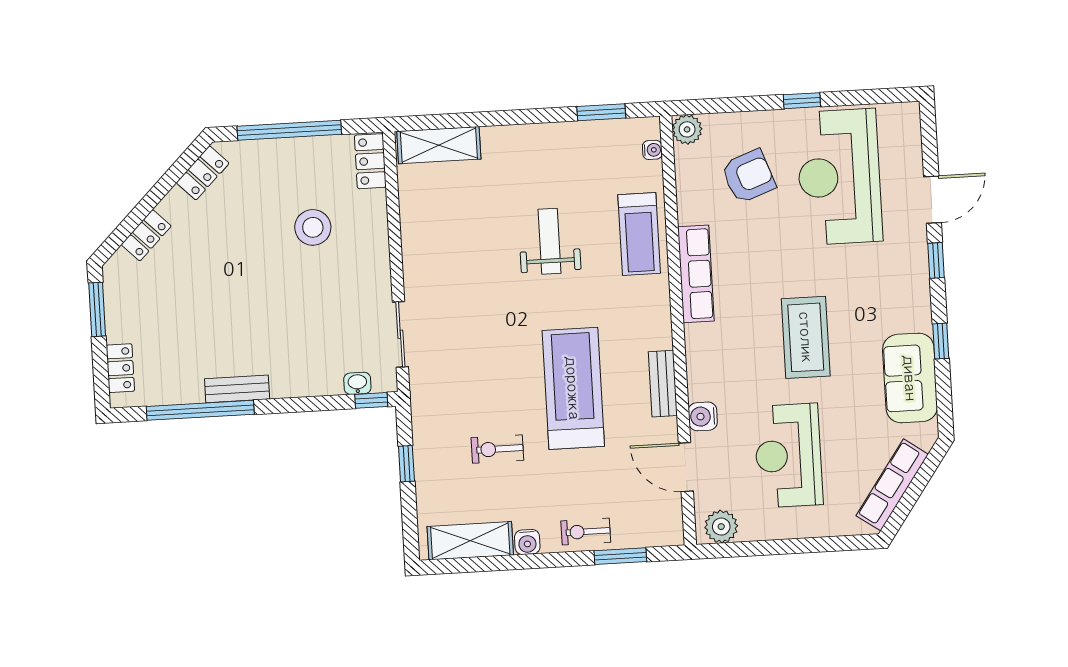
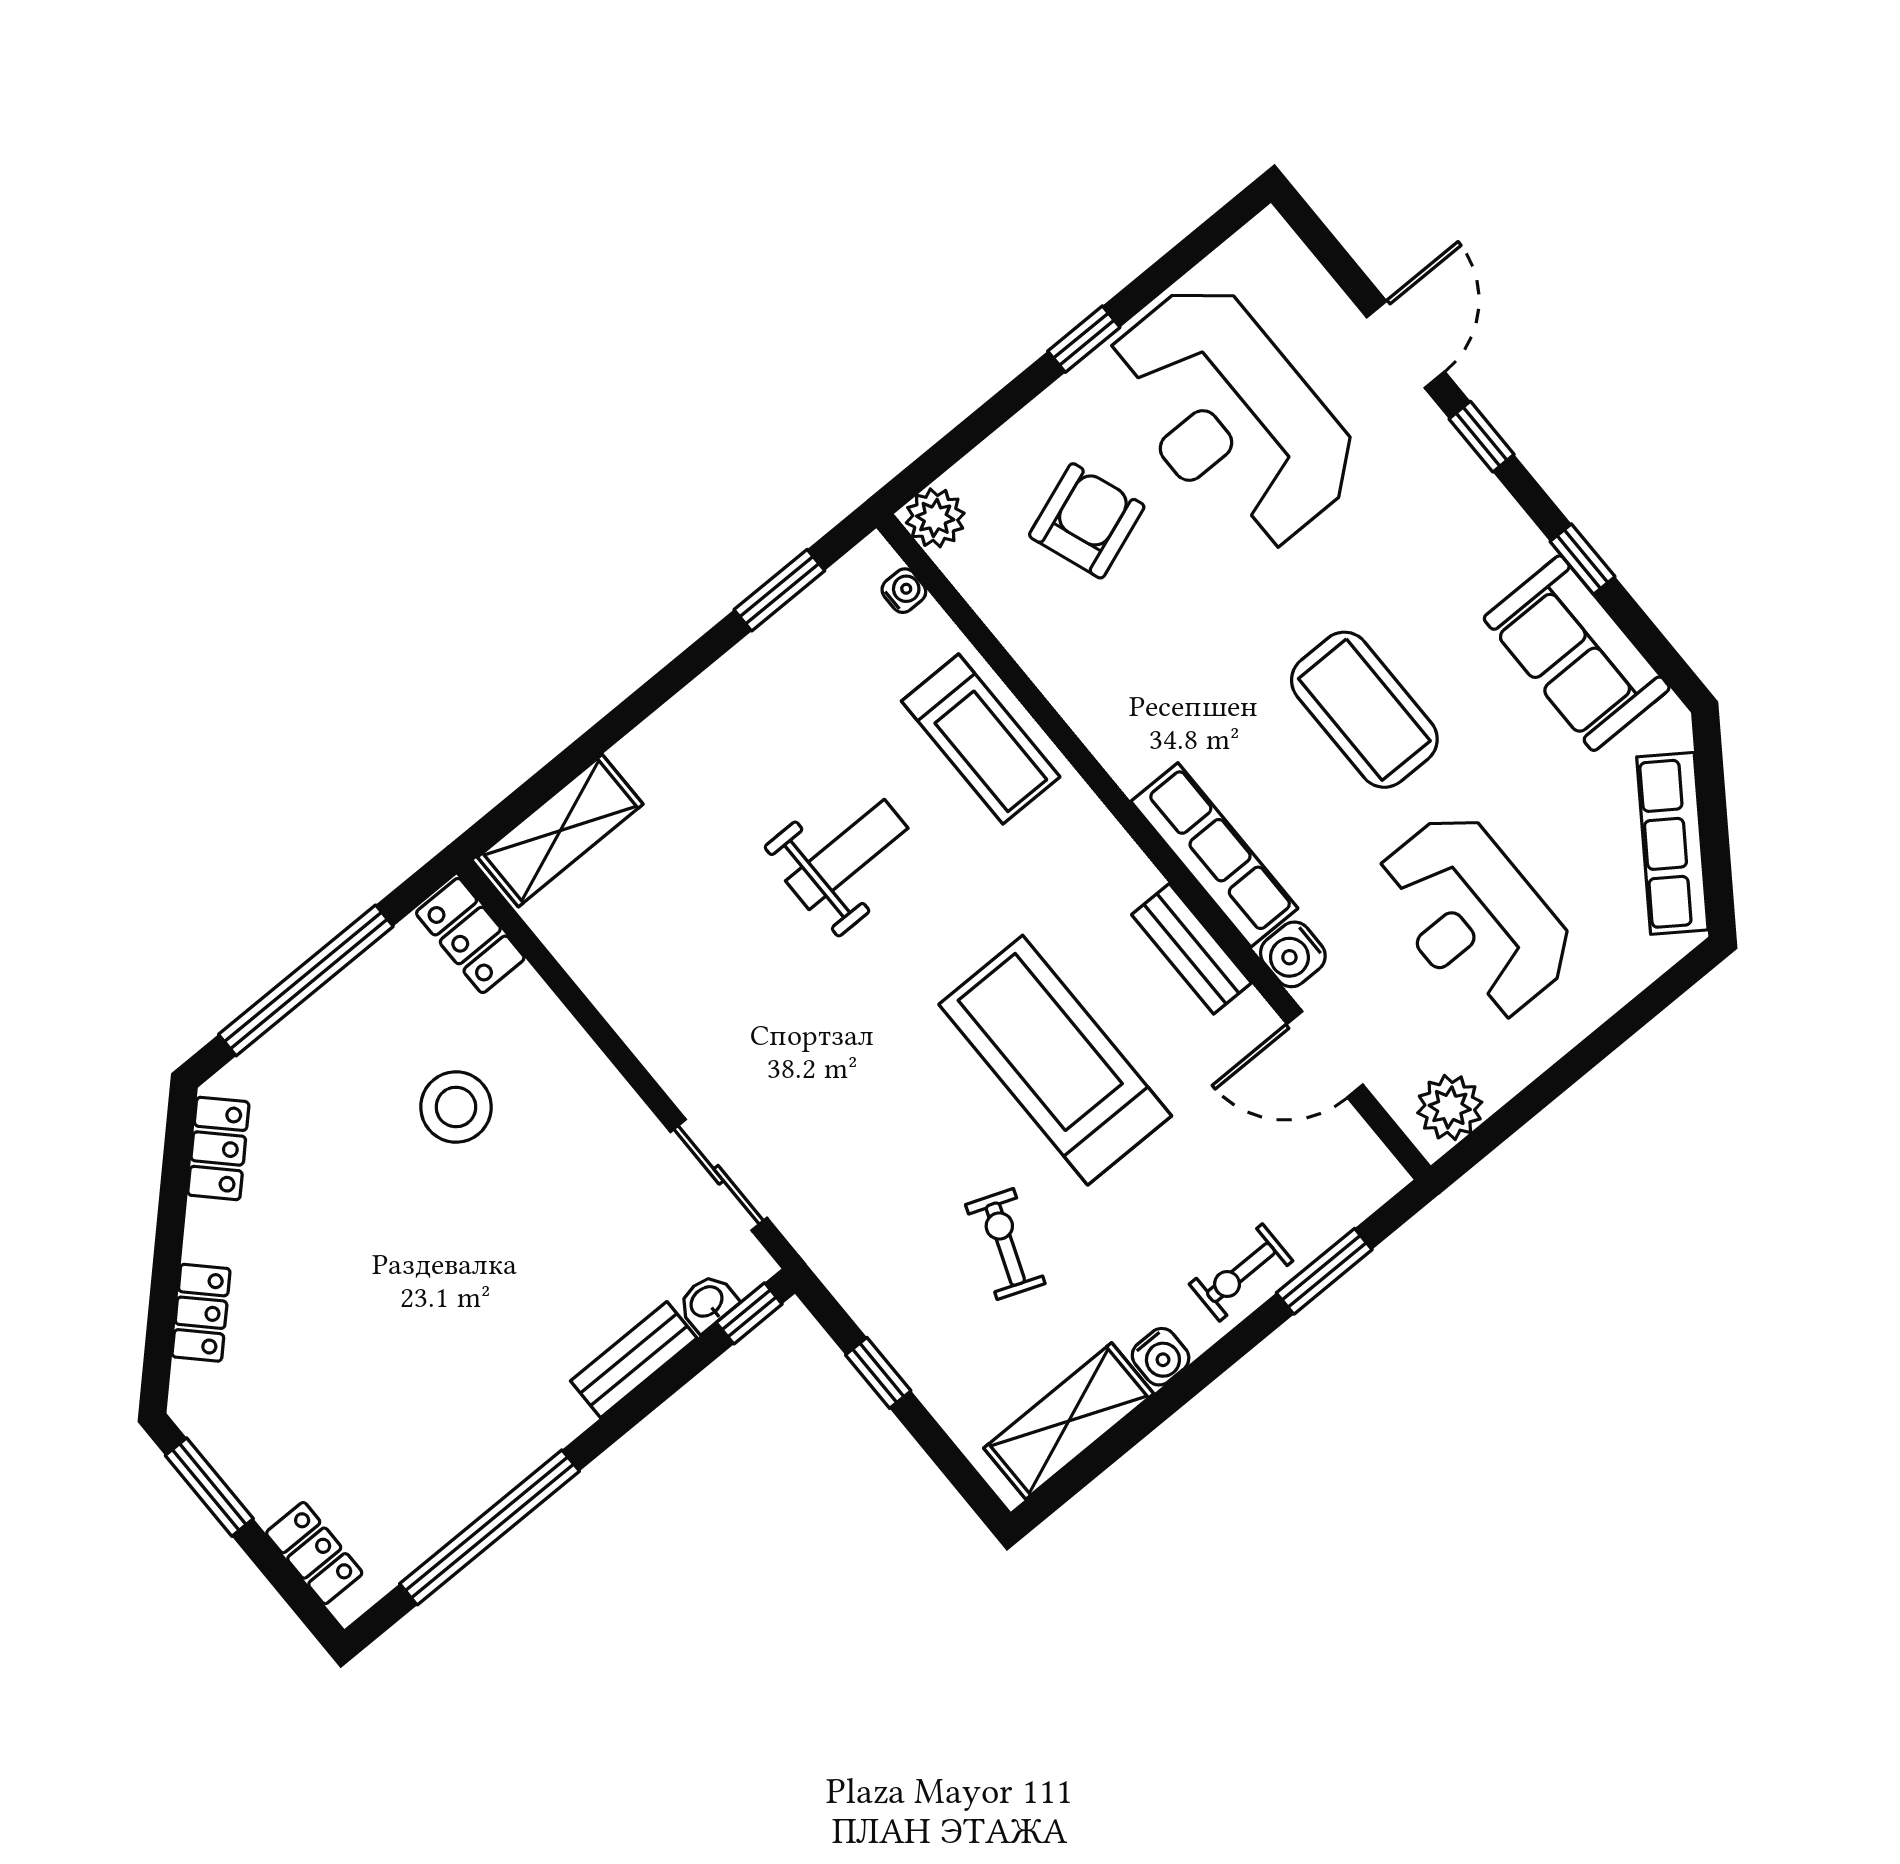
weight bench: (549, 241) -> (847, 854), turned 90
row of seats: (696, 274) -> (1214, 855), moved
bench: (237, 389) -> (634, 1360), moved
exercise bike: (497, 449) -> (1005, 1244), turned 111

